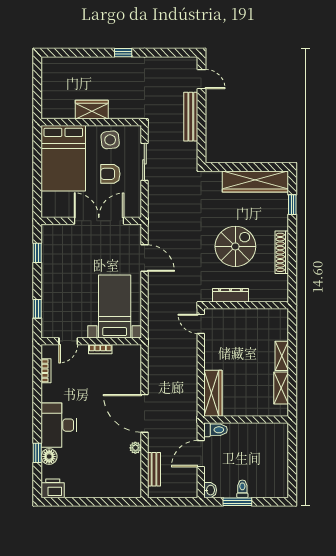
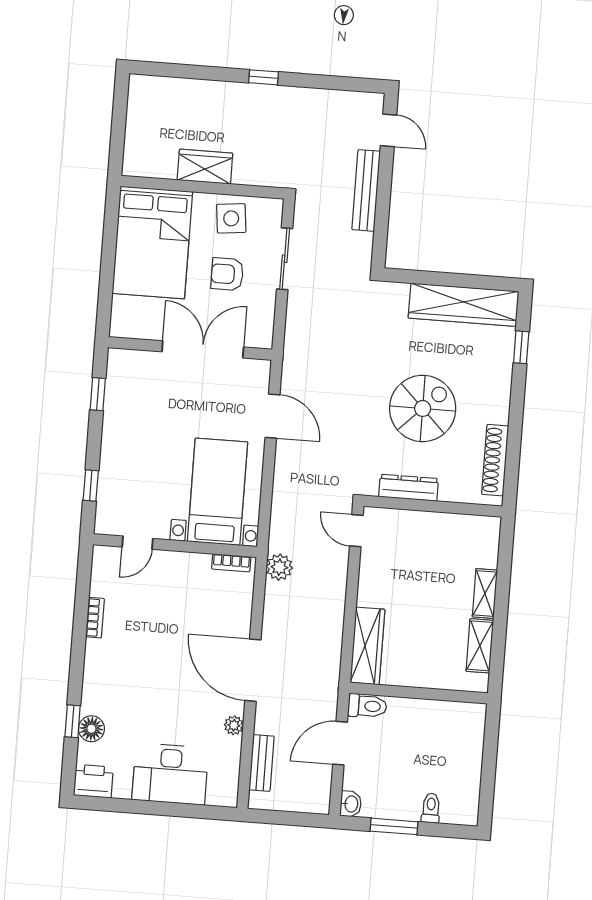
shoe rack: (282, 252) -> (495, 460), moved
bookcase: (100, 349) -> (231, 563), moved
plant: (156, 350) -> (279, 567), added
bookcase: (46, 371) -> (95, 618), moved
desk: (59, 425) -> (170, 774), moved, turned -90
toilet: (242, 489) -> (431, 808), moved

